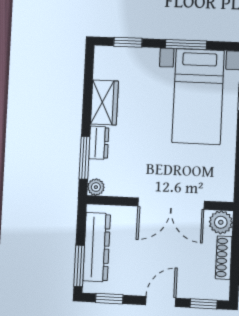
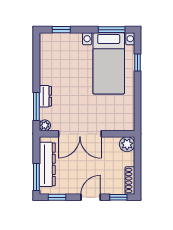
window: (186, 45) -> (112, 30), moved
wardrobe: (104, 103) -> (48, 70), removed
double door: (171, 204) -> (80, 134), moved
shoe rack: (224, 258) -> (130, 181), moved

